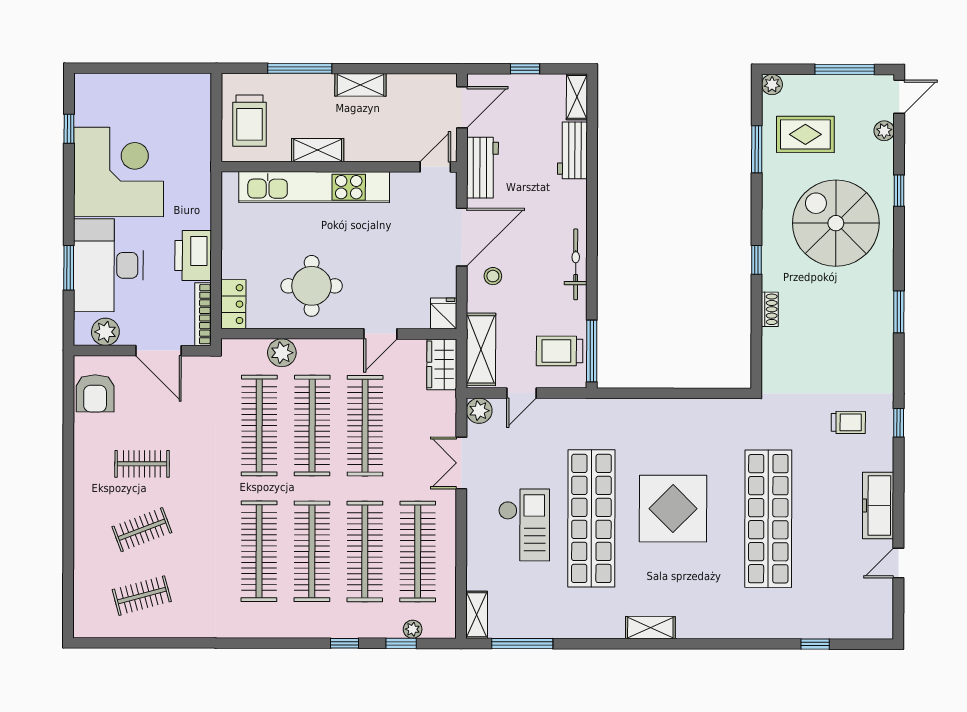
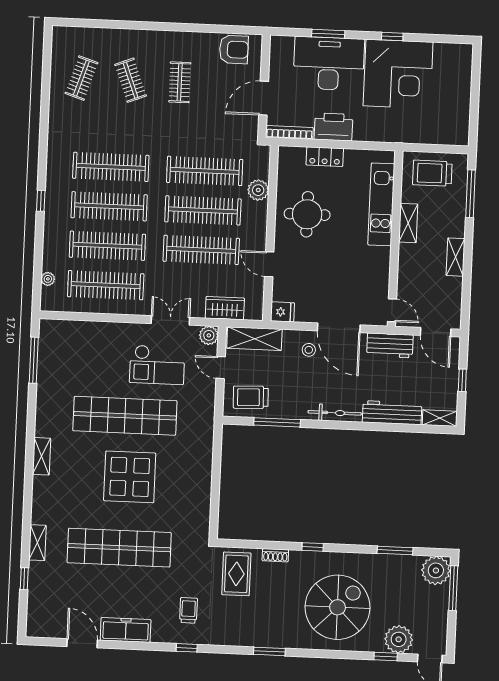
window: (300, 68) -> (470, 194), moved
window: (845, 69) -> (453, 588), moved
plant: (772, 84) -> (436, 570), width x1.88, depth x1.88
window: (69, 129) -> (392, 37), moved
plant: (884, 131) -> (399, 639), width x1.88, depth x1.88
rug: (805, 134) -> (236, 574), moved
workbench: (572, 150) -> (392, 413), width x1.38
kitchen unit: (314, 187) -> (381, 204), width x0.73
window: (899, 191) -> (386, 657), moved
bicycle: (576, 264) -> (335, 413), moved
locker: (233, 304) -> (325, 157), moved
plant: (105, 332) -> (279, 59), removed
trolley: (560, 351) -> (251, 397), turned -92
window: (592, 351) -> (277, 422), moved
wardrobe: (442, 364) -> (225, 308), moved
armchair: (95, 393) -> (234, 50), turned 180
trolley: (848, 422) -> (188, 610), turned 180
checkout: (524, 525) -> (157, 365), moved
door: (898, 563) -> (82, 643), width x1.38
clothes rail: (142, 596) -> (81, 78), turned 33
shelving: (477, 615) -> (37, 543), moved, turned 90
window: (345, 643) -> (41, 201), moved
window: (401, 643) -> (38, 270), removed

